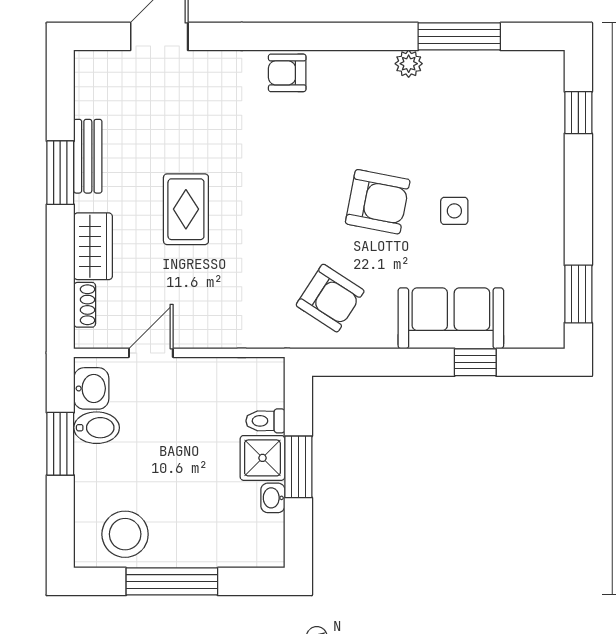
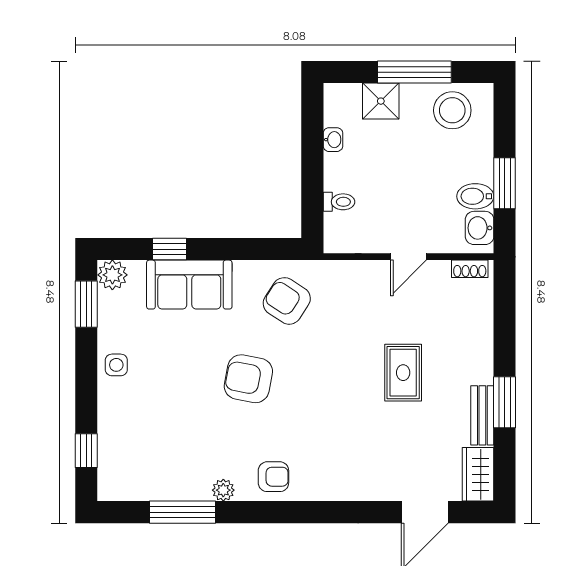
armchair: (287, 73) -> (273, 477), moved
side table: (454, 211) -> (116, 365), moved
wardrobe: (93, 246) -> (478, 474), moved
shoe rack: (85, 305) -> (470, 269), moved, turned -90
plant: (546, 330) -> (112, 275), added
door: (151, 353) -> (409, 257), moved
shower: (262, 458) -> (381, 101), moved
window: (298, 467) -> (312, 165), removed

